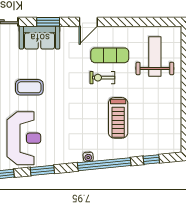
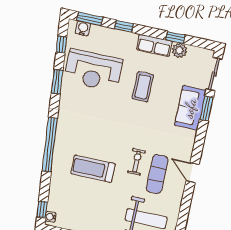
window: (48, 22) -> (207, 108), moved
door: (88, 22) -> (193, 173), moved
water cooler: (88, 157) -> (51, 217), moved
window: (151, 160) -> (42, 209), moved

